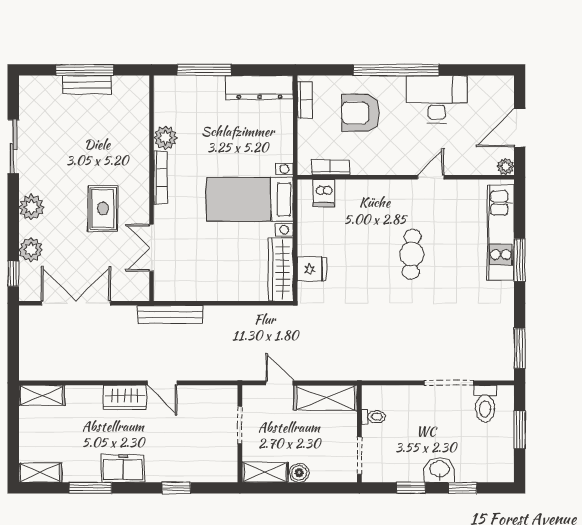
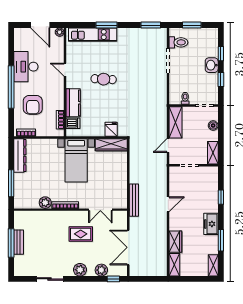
kitchen counter: (364, 194) -> (73, 103), added
wardrobe: (125, 398) -> (175, 242), moved
boiler: (299, 473) -> (213, 126), moved

